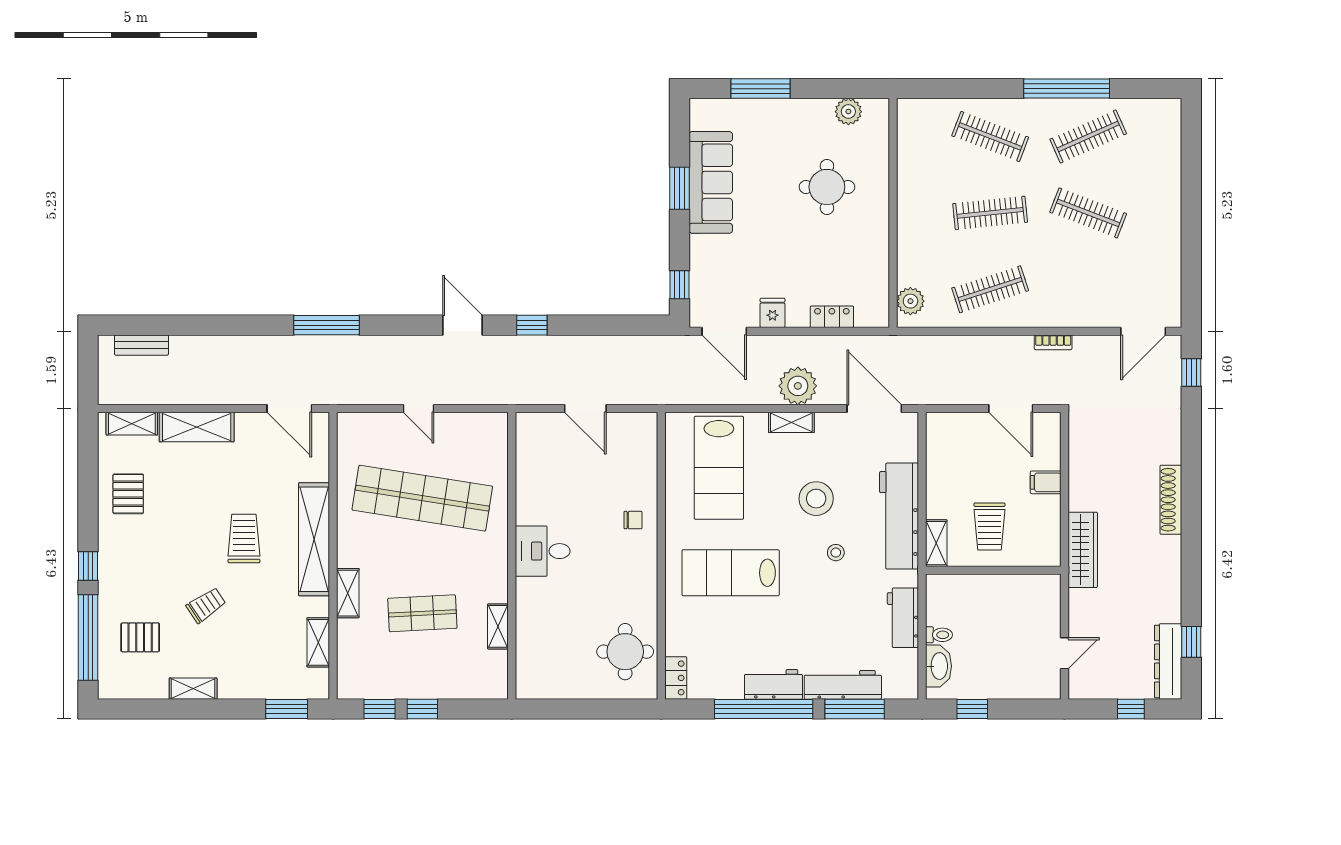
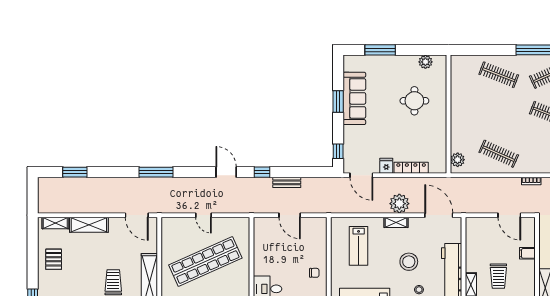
clothes rail: (990, 213) -> (499, 114), removed
clothes rail: (990, 289) -> (499, 154), turned 42
locker: (832, 317) -> (411, 168), width x1.53
window: (170, 325) -> (75, 172), added
bench: (141, 345) -> (287, 182), moved
lab bench: (719, 468) -> (359, 246), width x0.73, depth x0.72
shop shelf: (422, 498) -> (205, 261), turned -33

